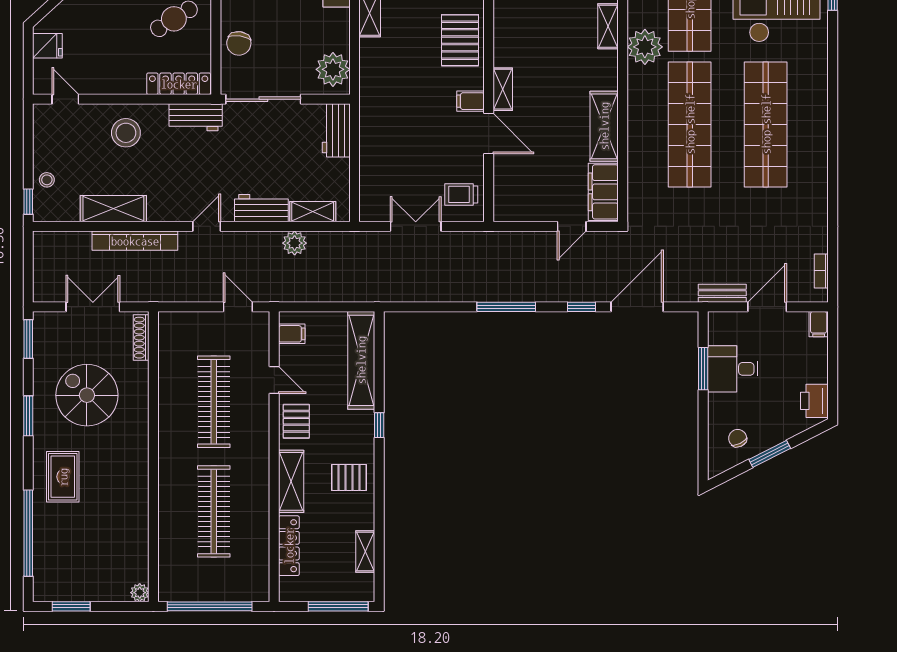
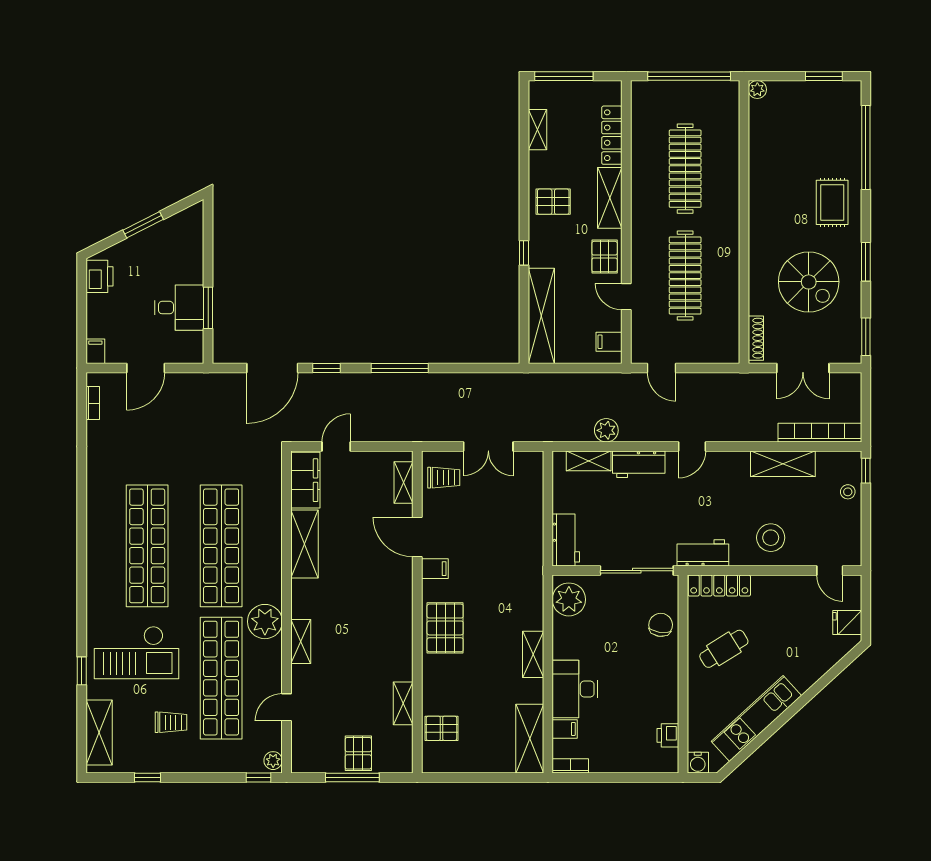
shelving: (503, 89) -> (403, 483), moved
bookcase: (135, 241) -> (820, 433), moved
bench: (722, 293) -> (189, 381), removed
chair: (738, 438) -> (174, 240), removed

